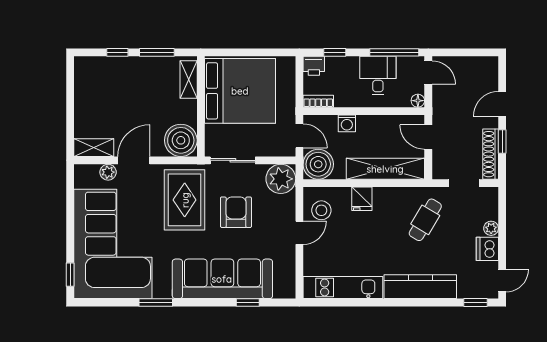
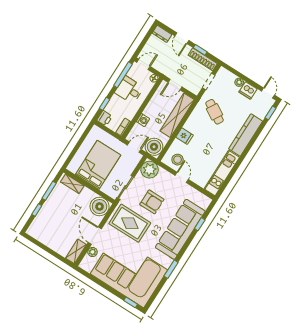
dresser: (490, 71) -> (162, 34), added
bed: (240, 91) -> (98, 165), width x0.73
armchair: (236, 212) -> (152, 202), turned 180

